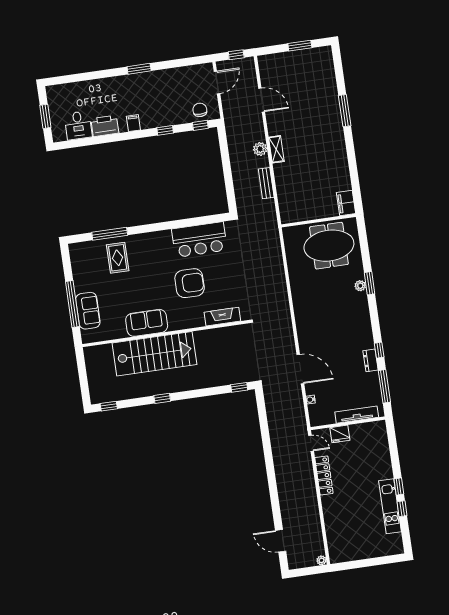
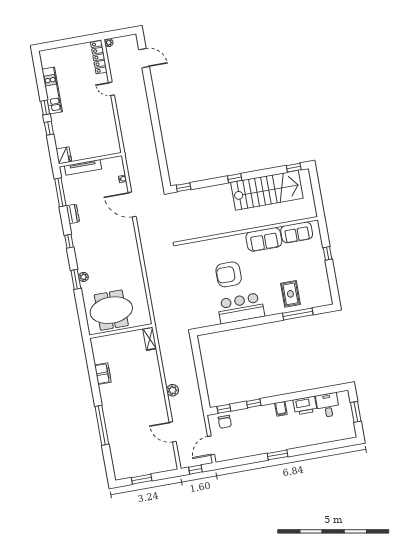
window: (345, 111) -> (102, 425), width x1.46
shelving: (276, 149) -> (150, 339), moved
bench: (266, 183) -> (166, 361), removed
filing cabinet: (346, 203) -> (103, 374), moved
bar counter: (199, 240) -> (241, 308), moved
window: (72, 304) -> (327, 253), width x0.32
sofa: (88, 311) -> (297, 232), moved, turned -90
fireplace: (222, 317) -> (200, 247), removed
window: (379, 350) -> (69, 241), moved
stairs: (154, 354) -> (267, 190), moved, turned 180
window: (162, 398) -> (235, 178), moved
fridge: (340, 434) -> (64, 155), moved, turned 90
door: (311, 443) -> (111, 89), moved
locker: (324, 476) -> (99, 57), moved
window: (402, 509) -> (49, 128), moved

